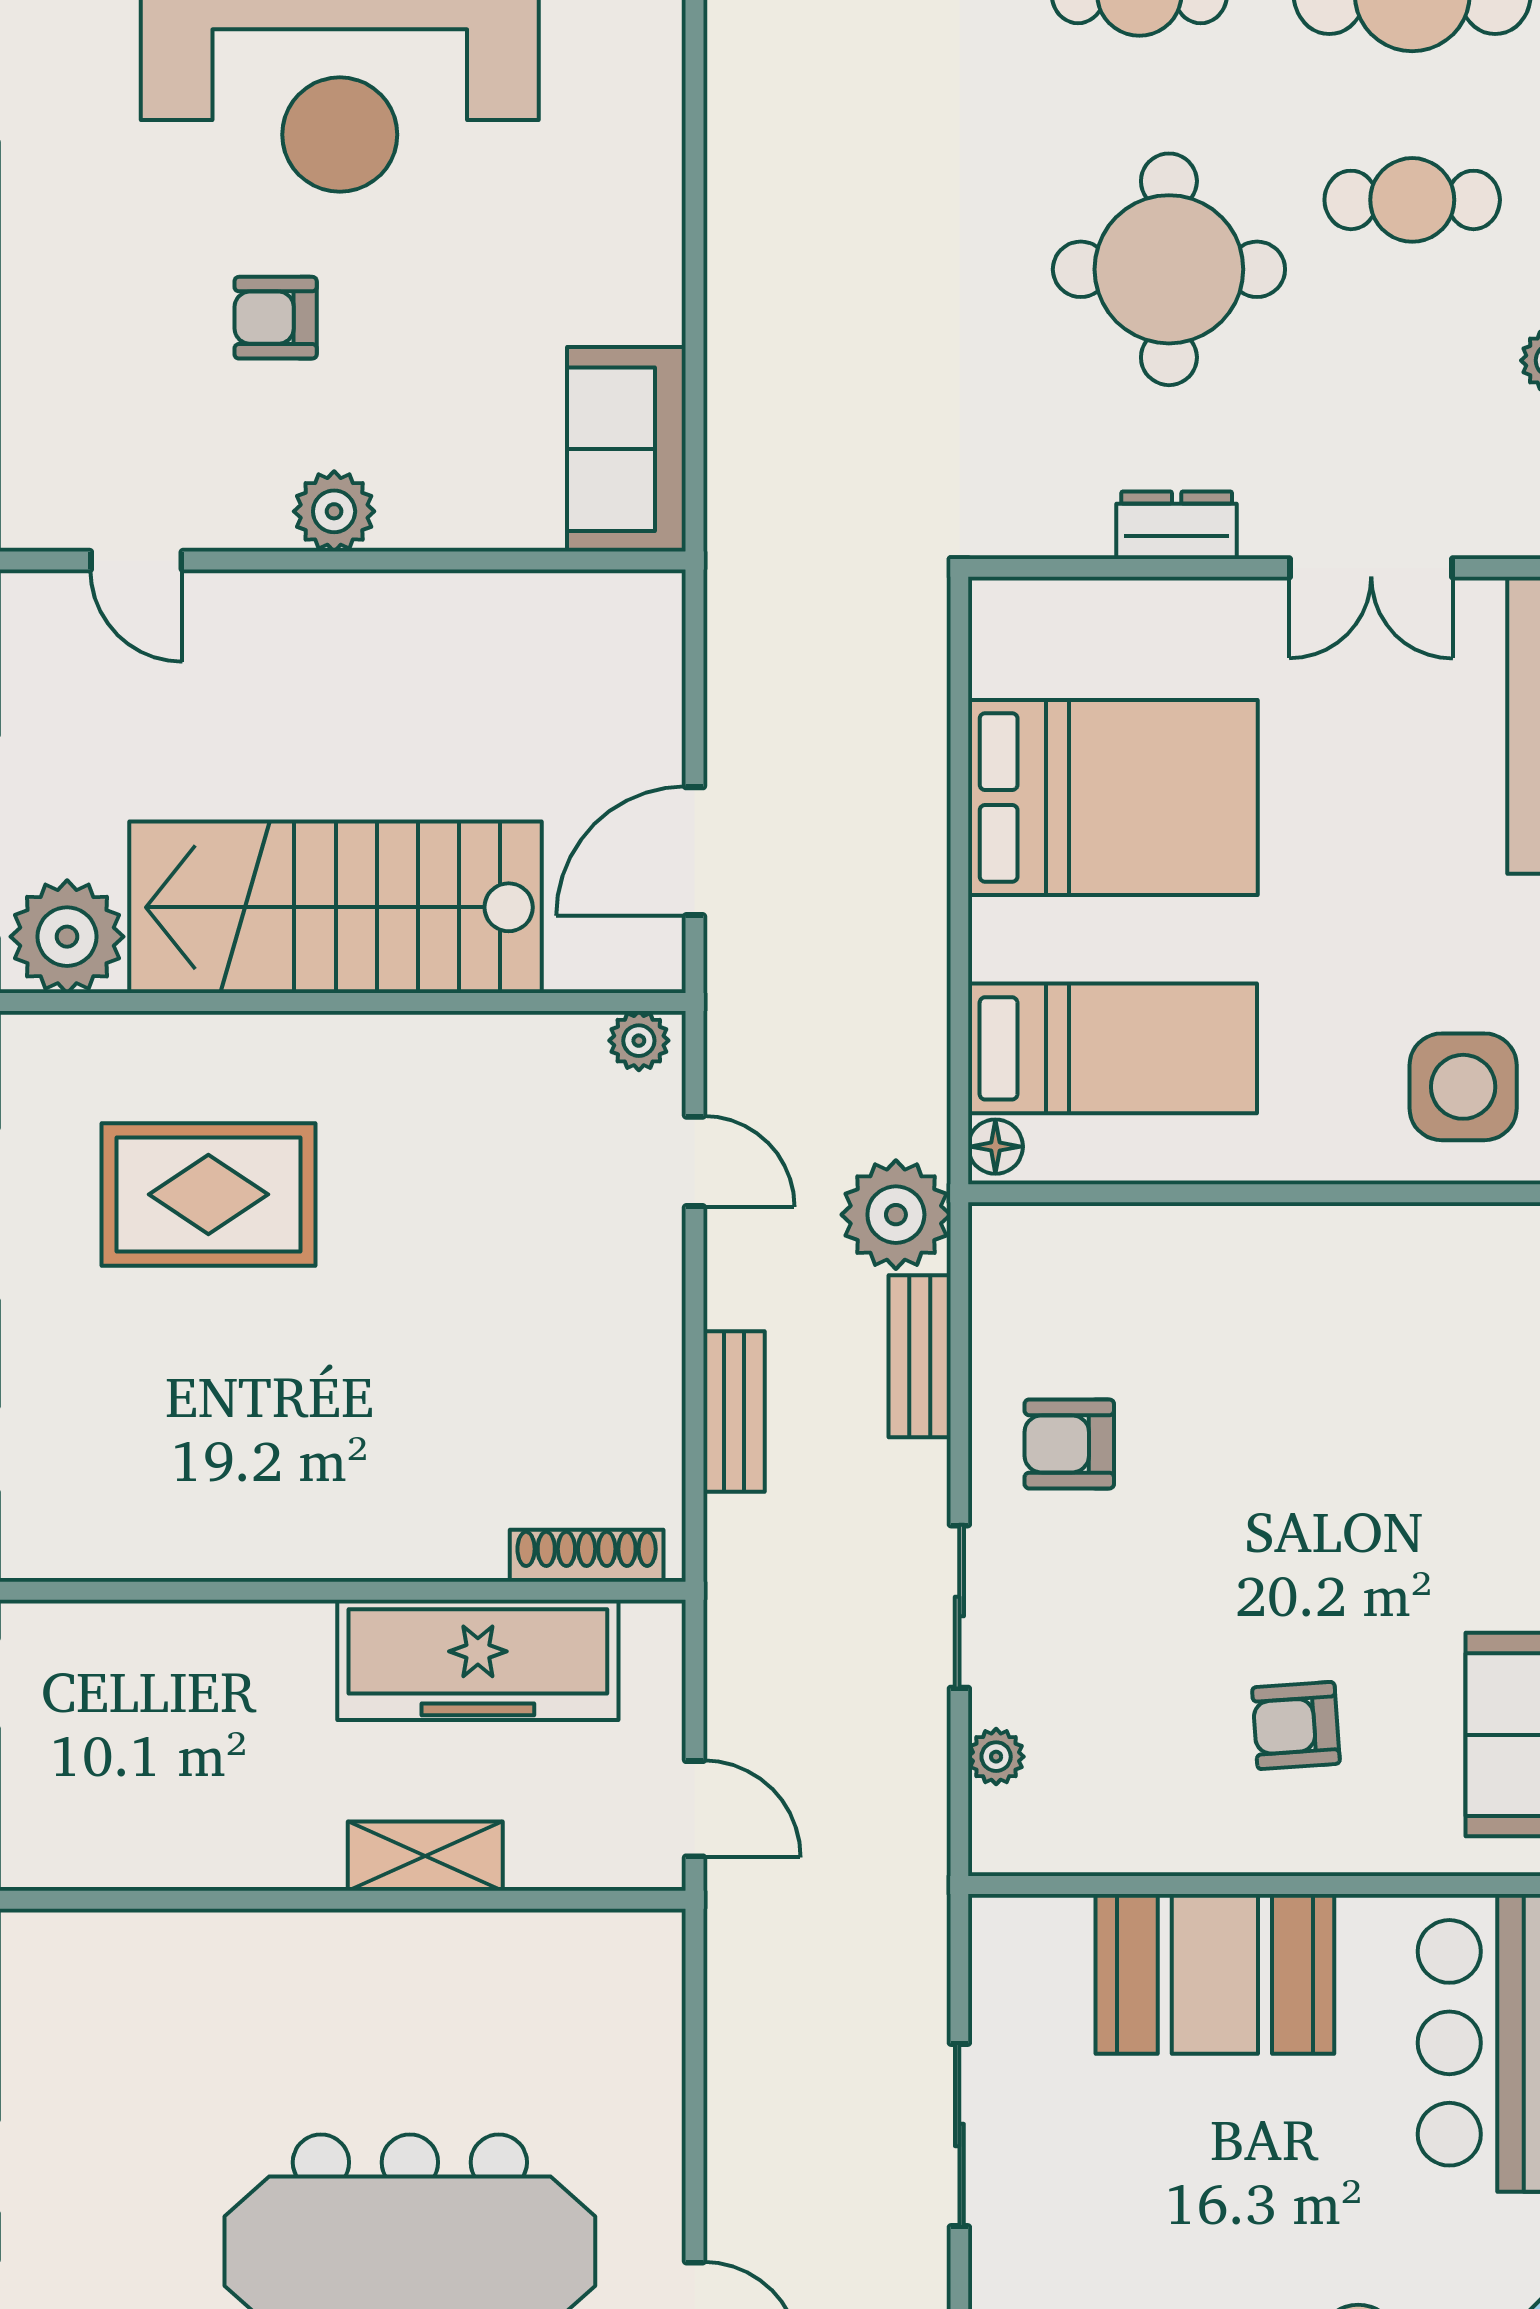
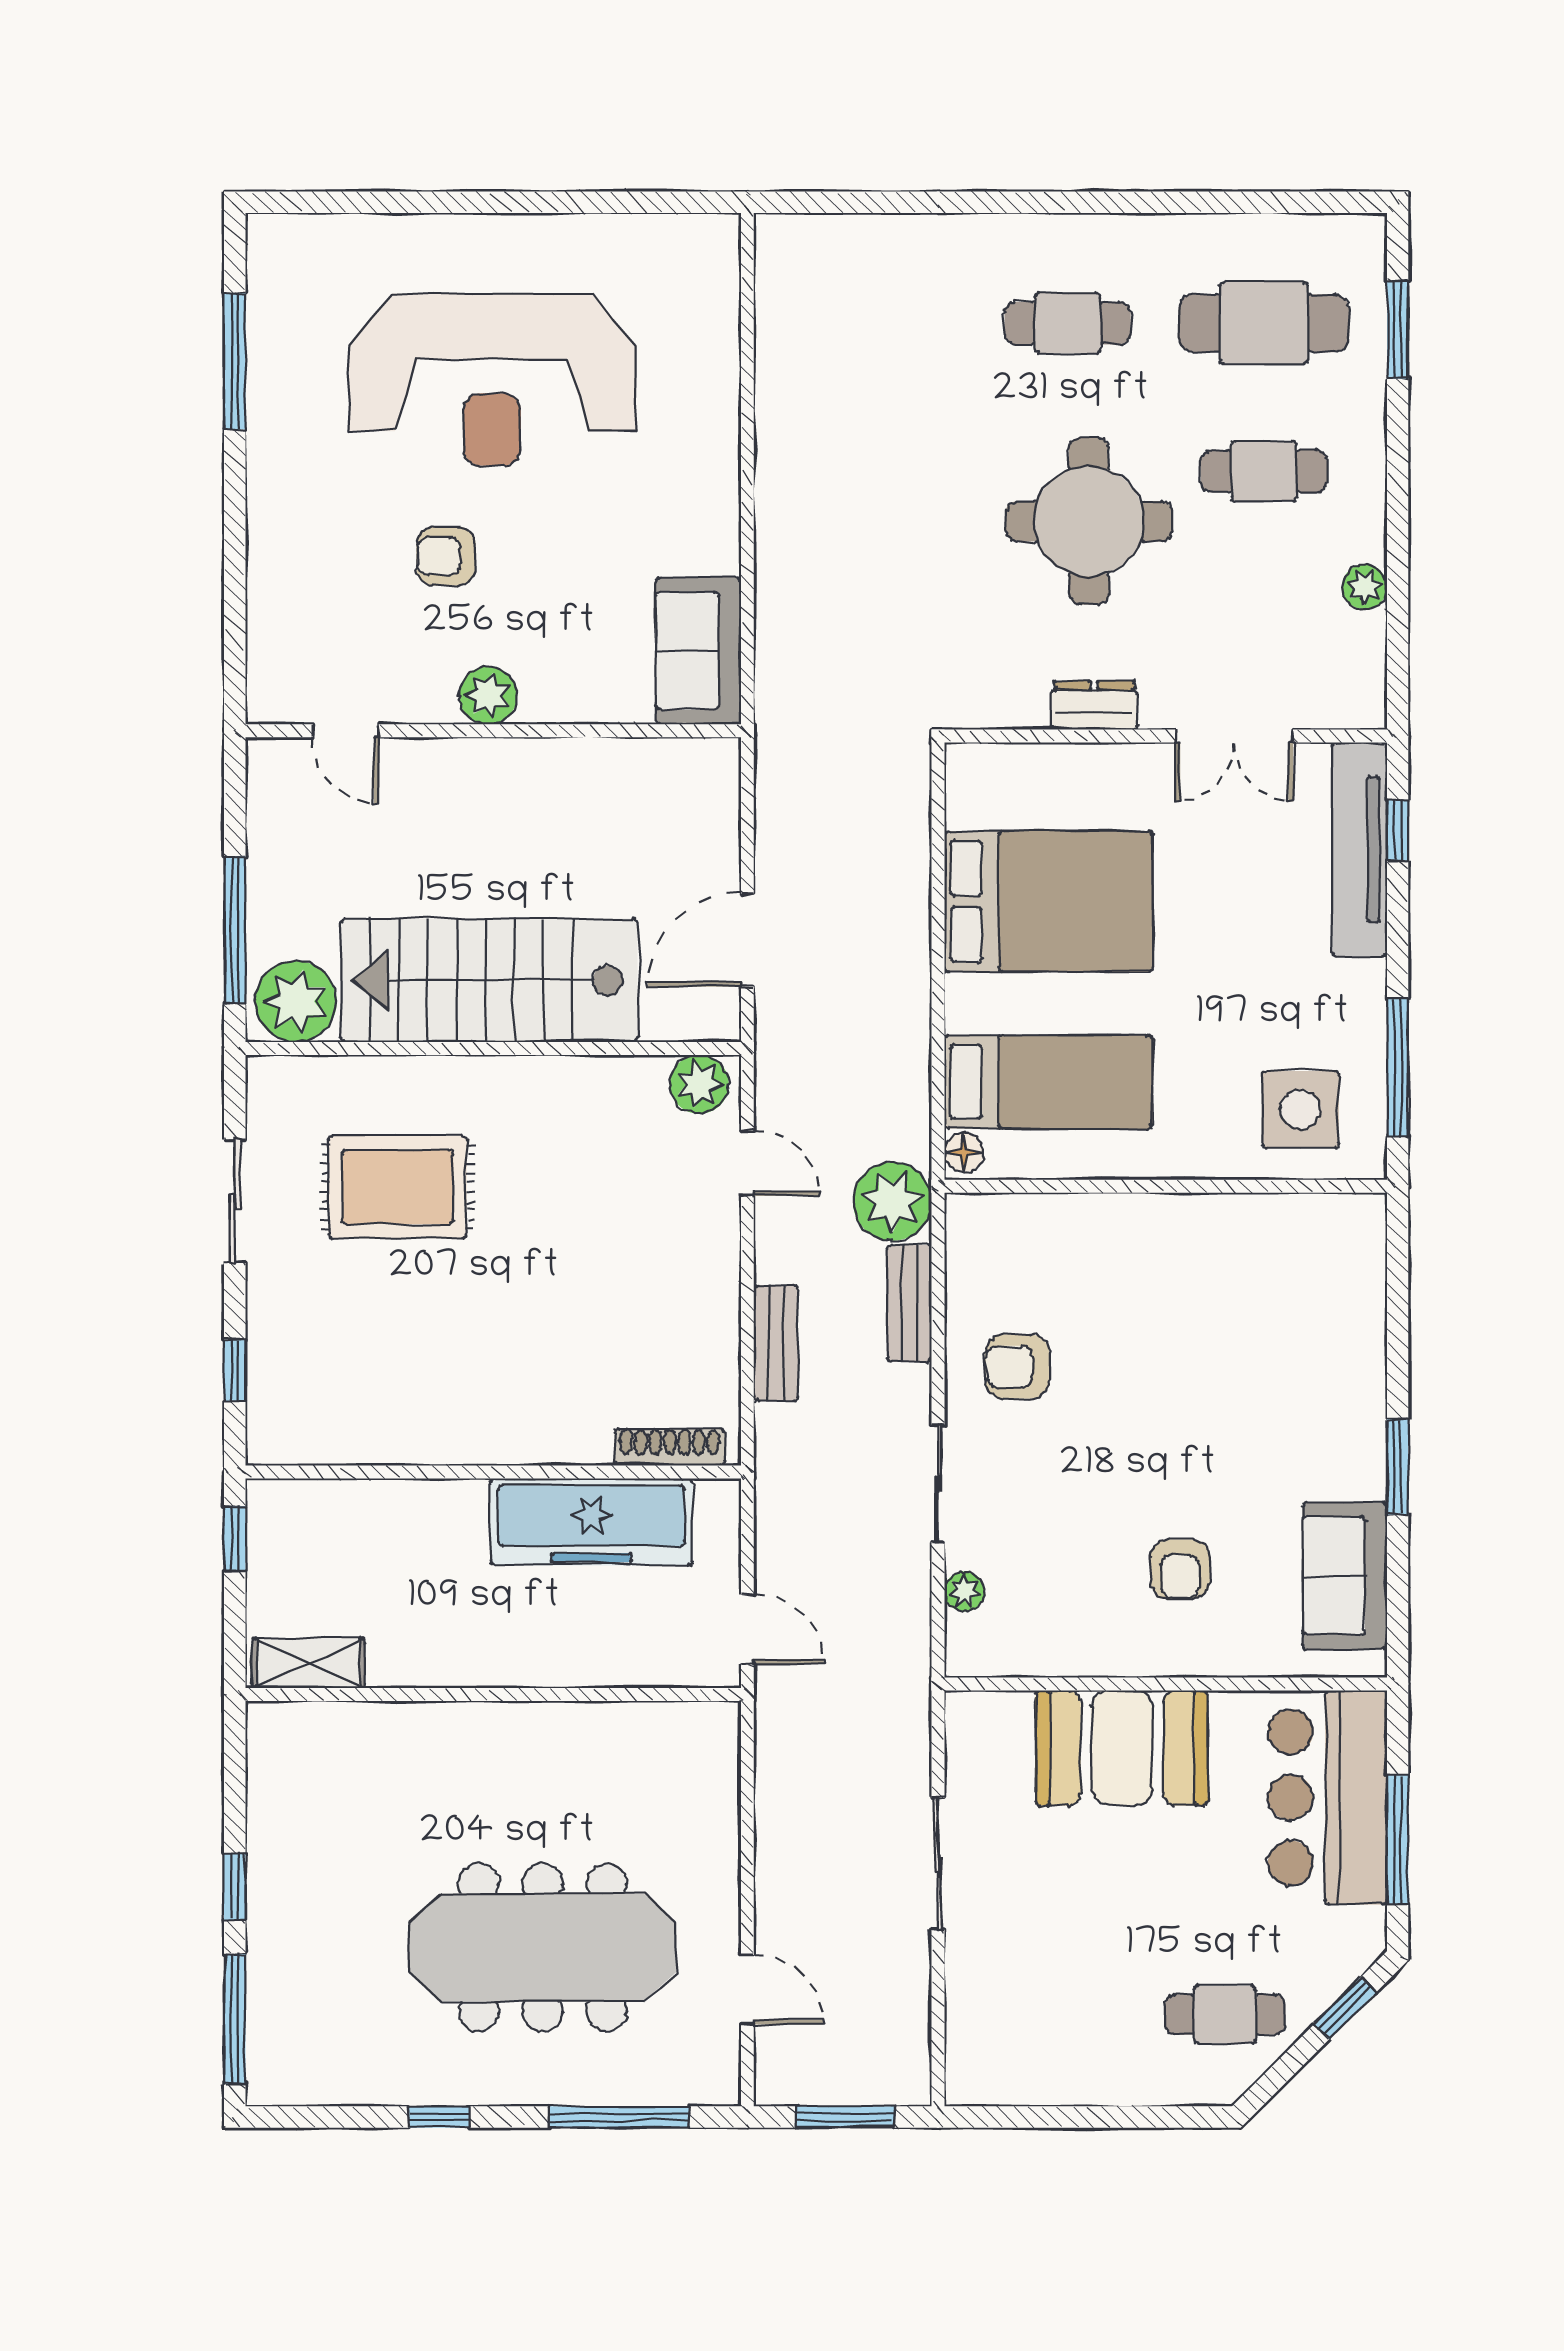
plant: (639, 1041) -> (699, 1084), width x1.38, depth x1.38
armchair: (1296, 1725) -> (1180, 1569), turned -86
shelving: (425, 1856) -> (308, 1663), moved

